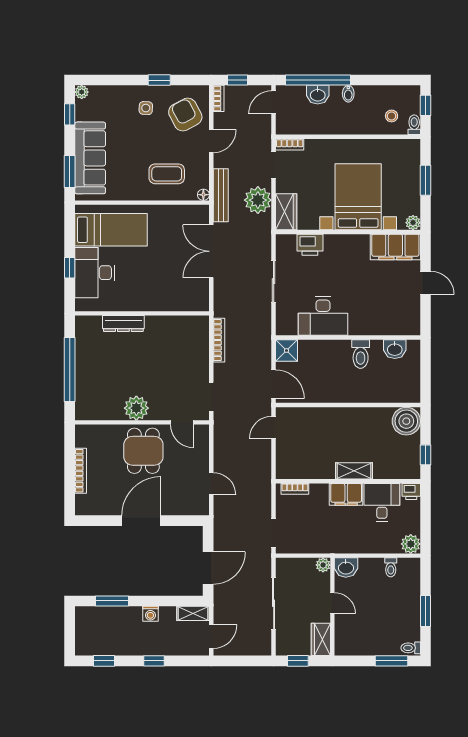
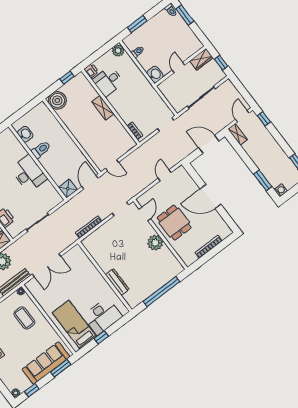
window: (70, 268) -> (101, 337), moved
desk: (323, 316) -> (29, 174), moved
dining table: (143, 451) -> (174, 223), turned 90
filing cabinet: (346, 494) -> (118, 103), removed
plant: (323, 565) -> (163, 87), removed
window: (425, 611) -> (137, 24), moved
washing machine: (150, 614) -> (280, 190), moved
door: (211, 636) -> (242, 116), hinge flipped
window: (154, 661) -> (264, 119), moved

